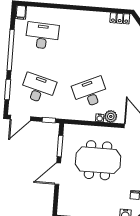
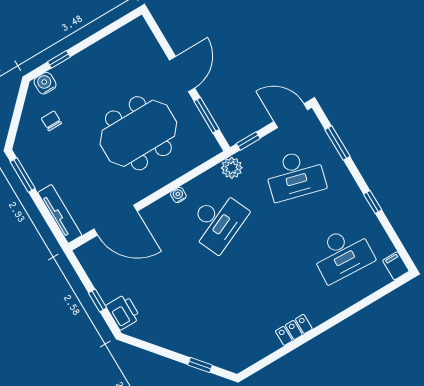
locker: (120, 18) -> (294, 330), moved
window: (11, 50) -> (373, 202), width x0.32
plant: (111, 116) -> (232, 168), moved
door: (20, 118) -> (291, 116), hinge flipped

